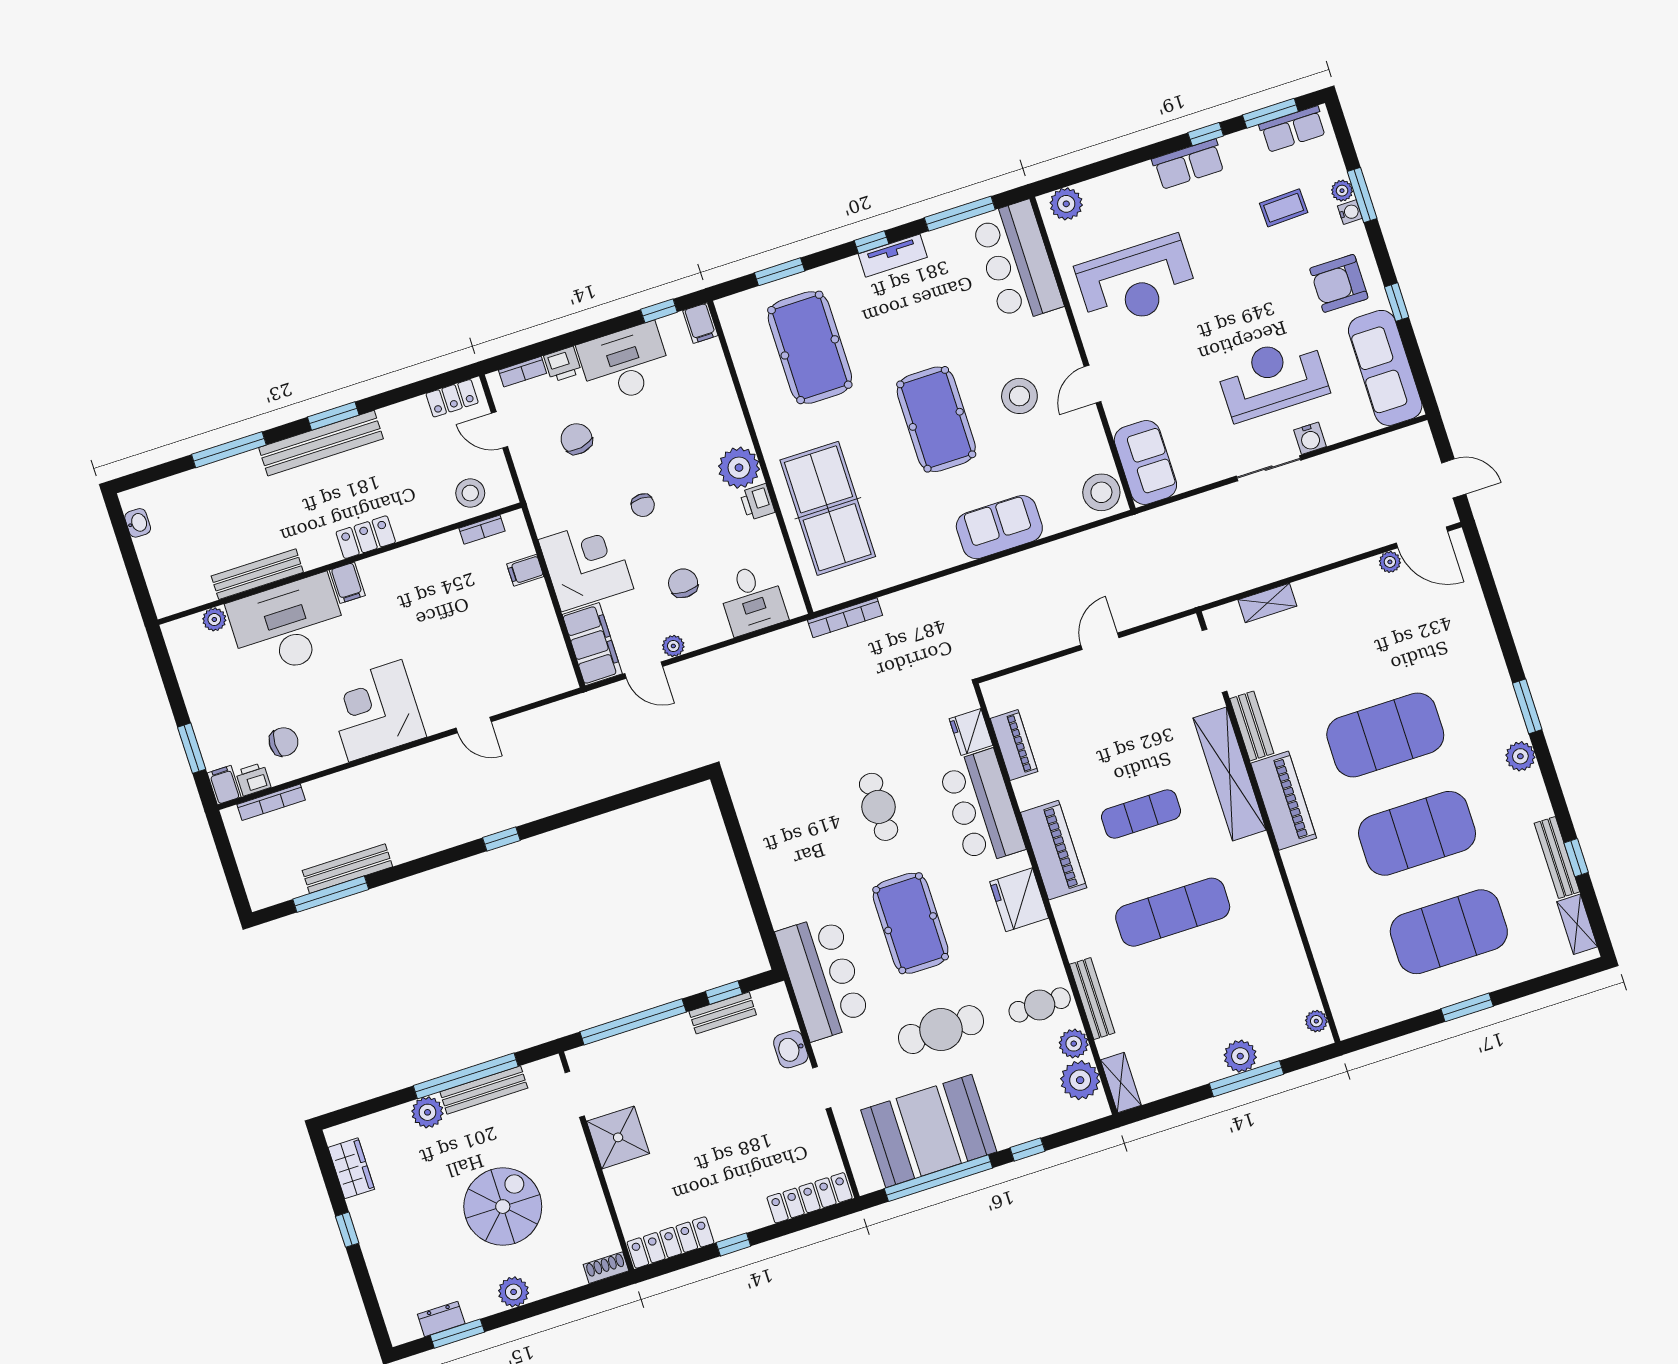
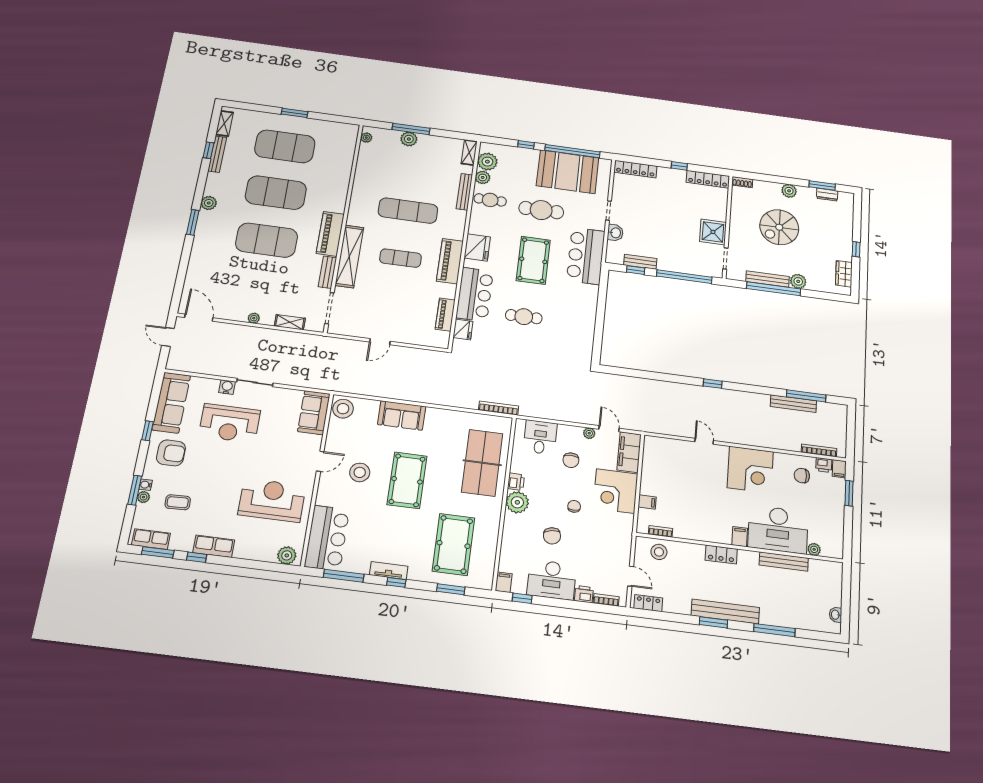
chair: (577, 439) -> (552, 536), moved
plant: (1390, 562) -> (254, 318), moved
cafe table: (879, 807) -> (524, 317), turned 90

